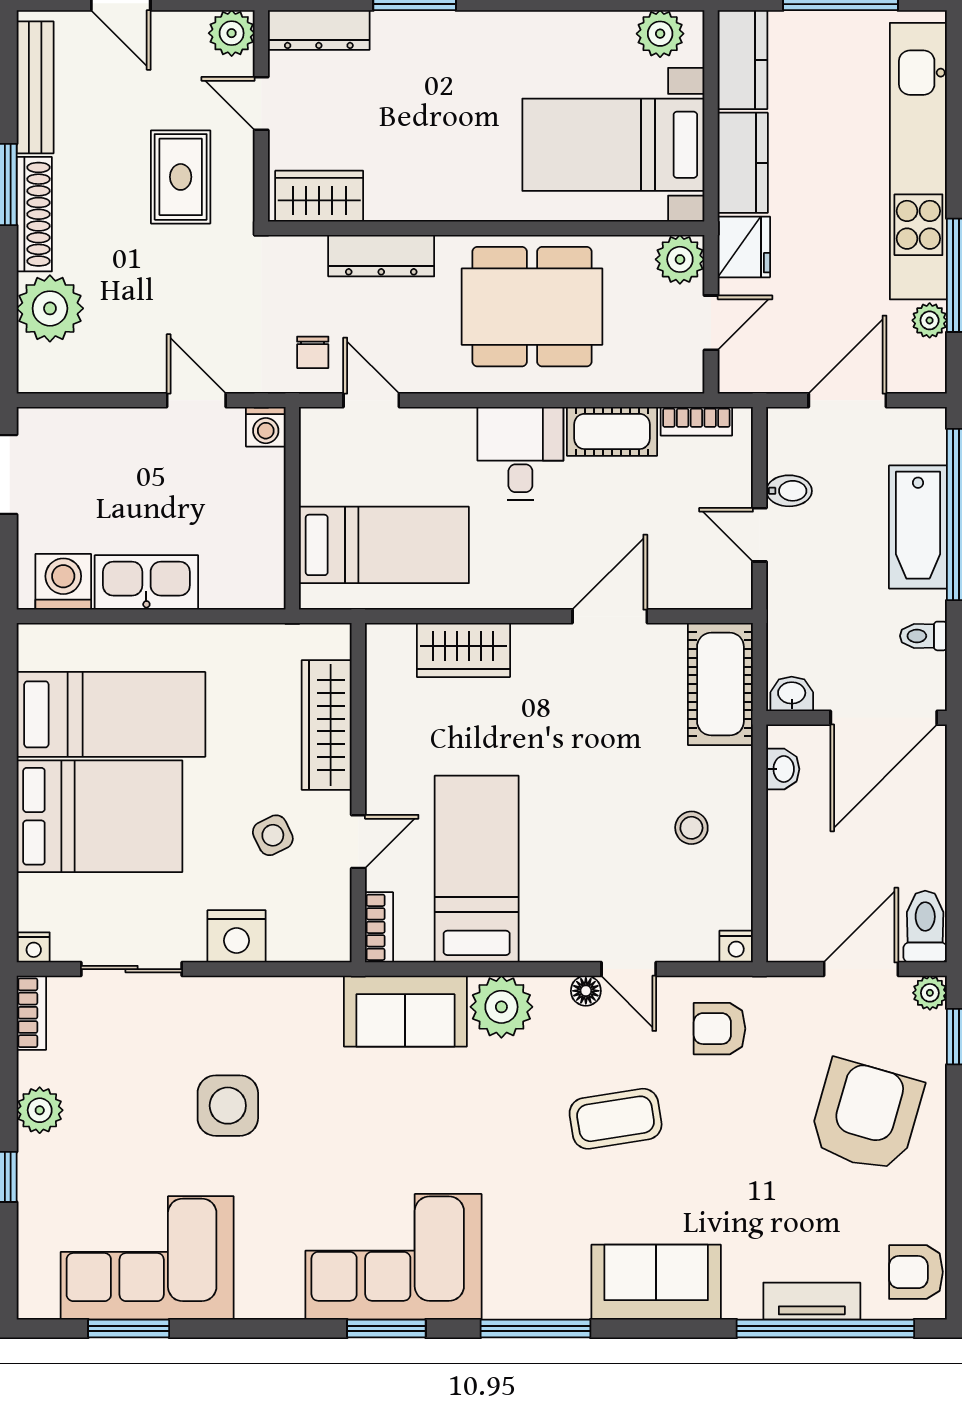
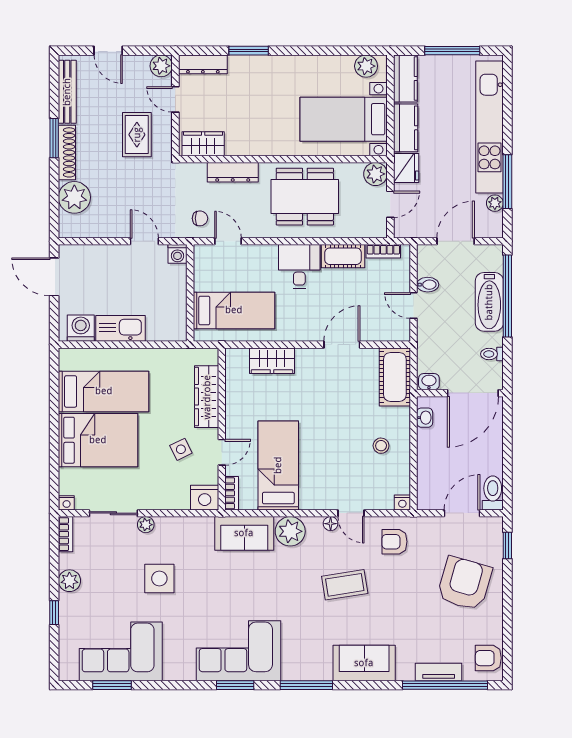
chair: (313, 352) -> (200, 218), turned -90
nightstand: (237, 936) -> (205, 498), moved
plant: (930, 993) -> (146, 525), moved

